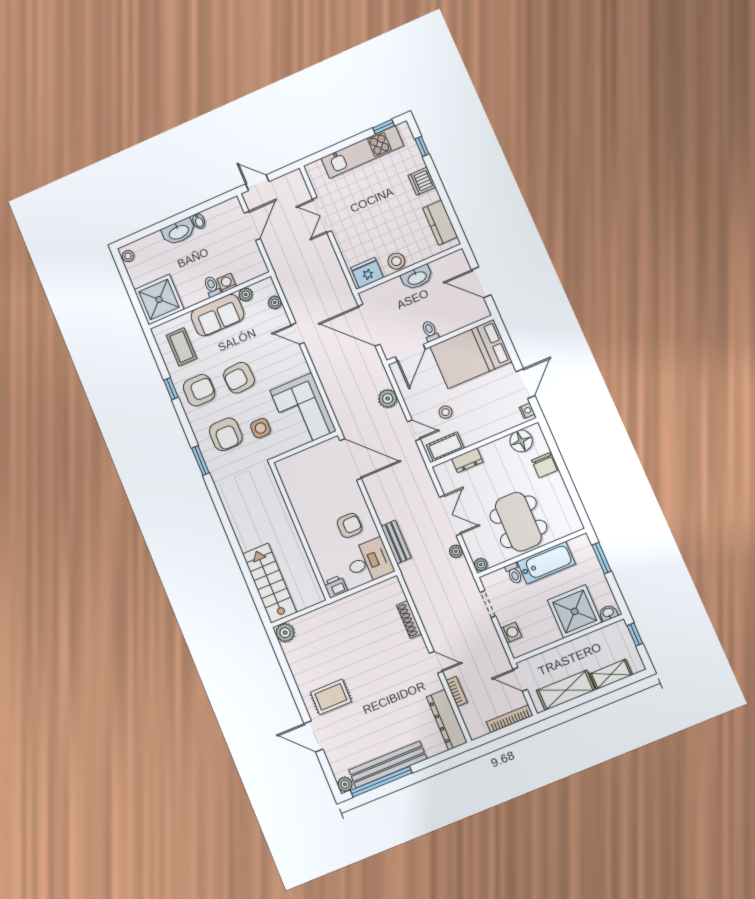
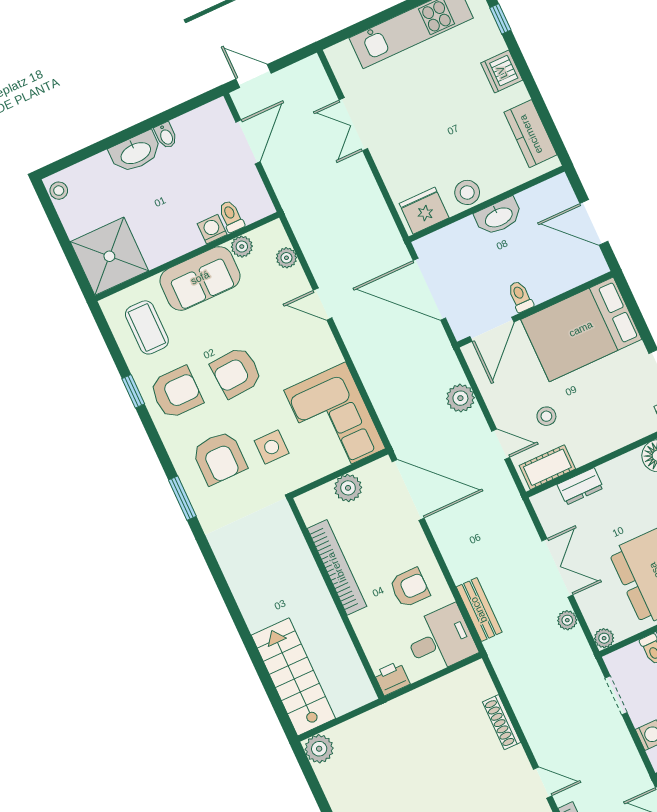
toilet: (212, 287) -> (231, 216), moved
plant: (310, 457) -> (348, 488), added
bookcase: (301, 510) -> (337, 567), added

